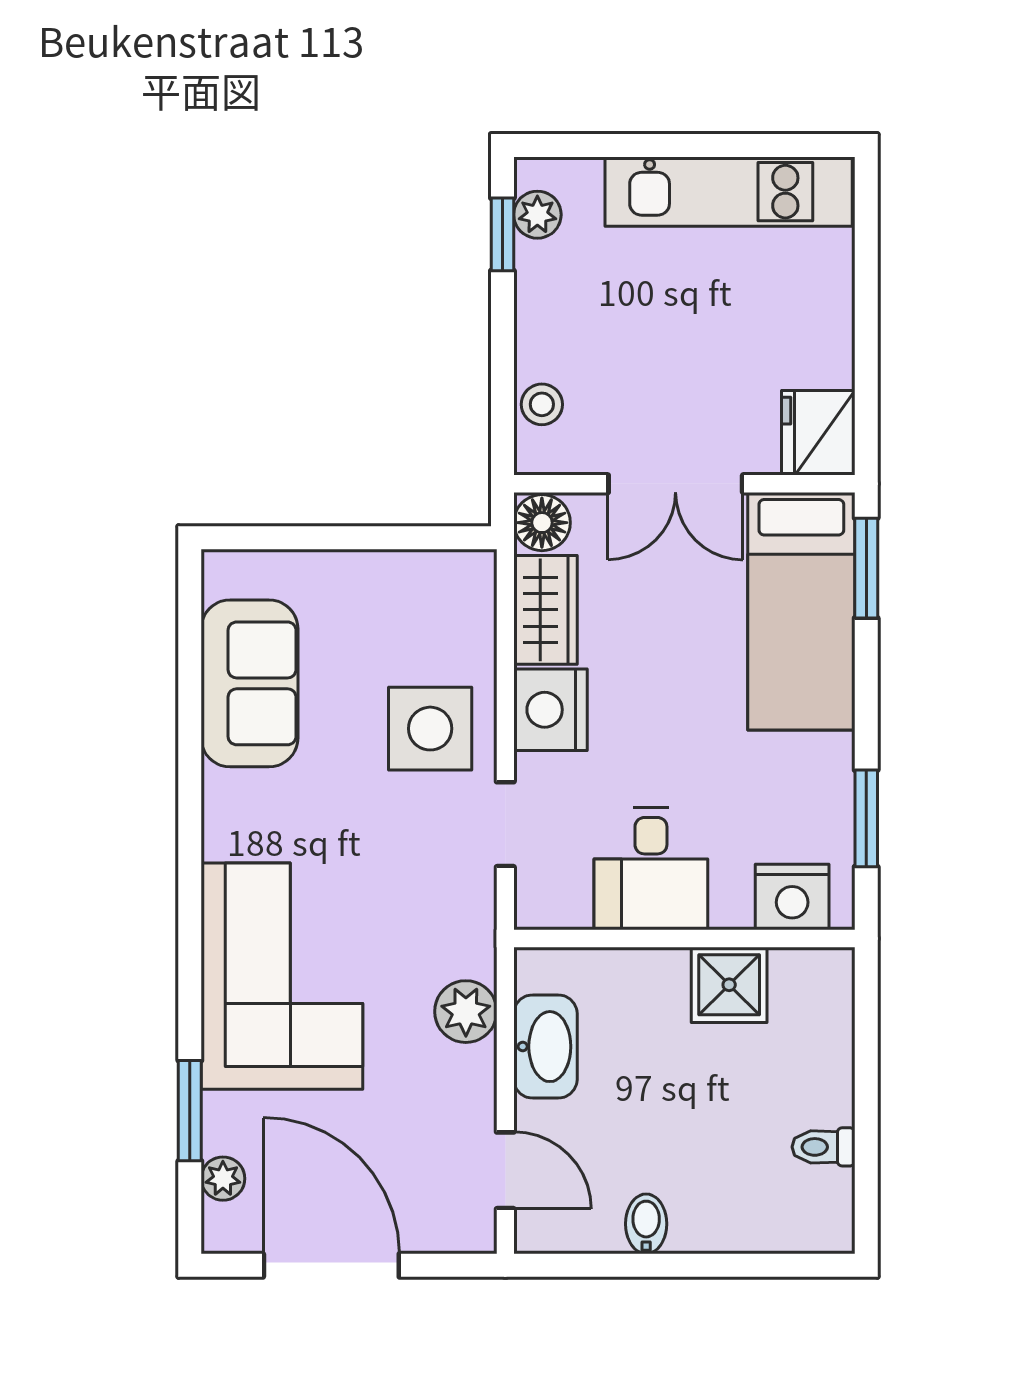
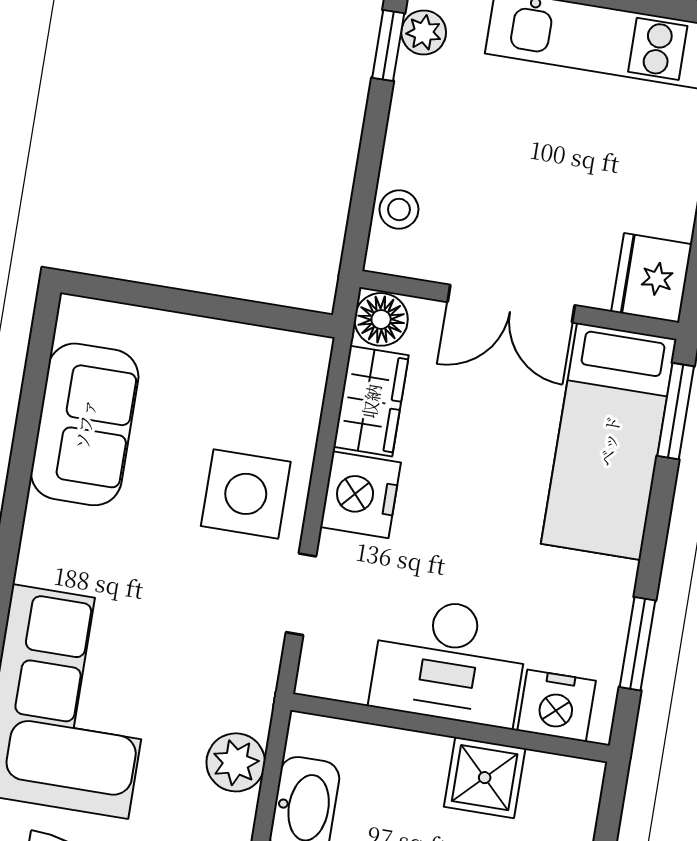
desk: (651, 869) -> (449, 661), width x1.37

